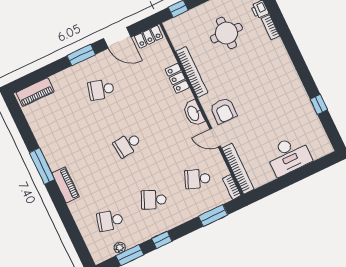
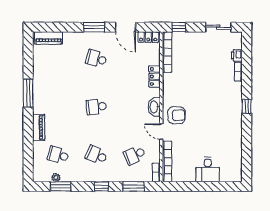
round table: (226, 33) -> (205, 61), removed
bookcase: (192, 72) -> (167, 52), moved
window: (319, 104) -> (247, 106), moved
armchair: (223, 111) -> (176, 115), turned -90
desk: (289, 156) -> (208, 169), width x0.73
school desk: (197, 179) -> (135, 155), turned -45
piano: (66, 185) -> (39, 127), moved
window: (162, 240) -> (102, 186), moved

